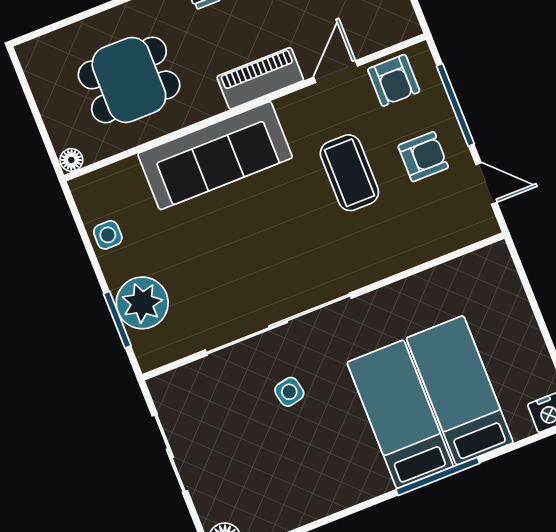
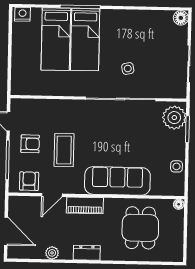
dining table: (129, 80) -> (140, 228), turned 90
armchair: (423, 157) -> (30, 144), turned 180
plant: (142, 303) -> (174, 118), moved

